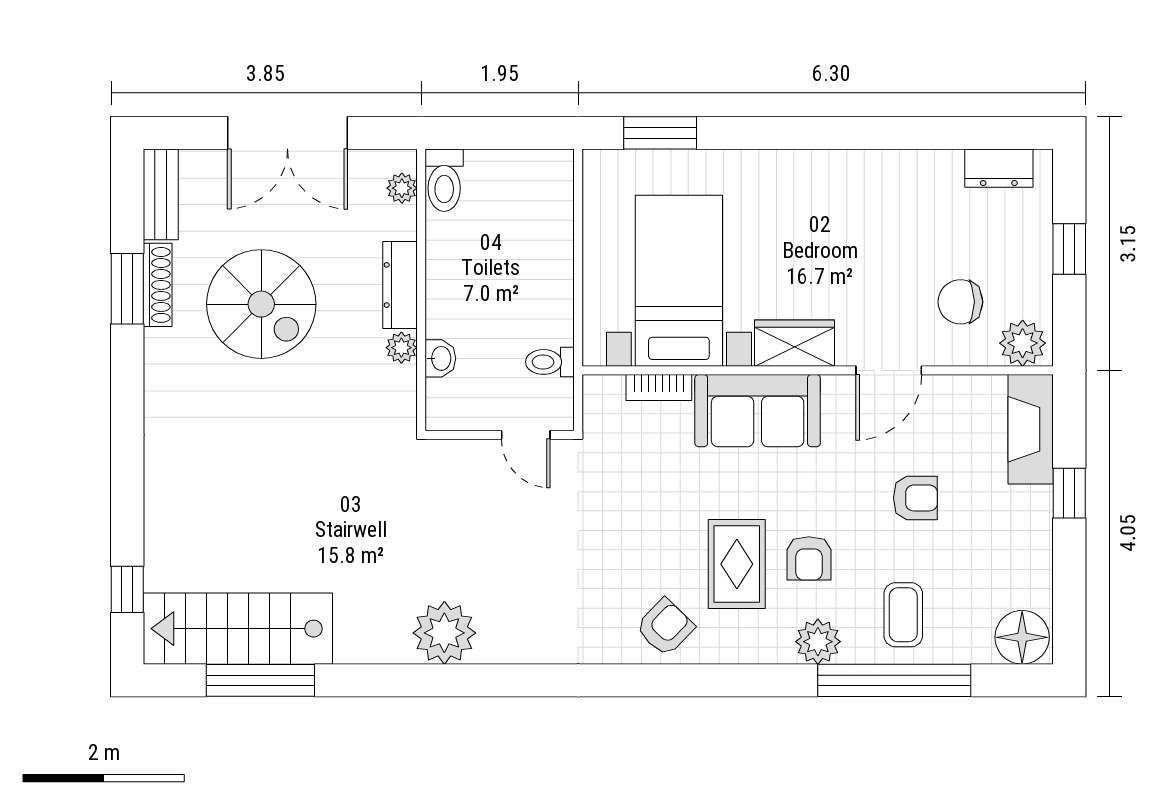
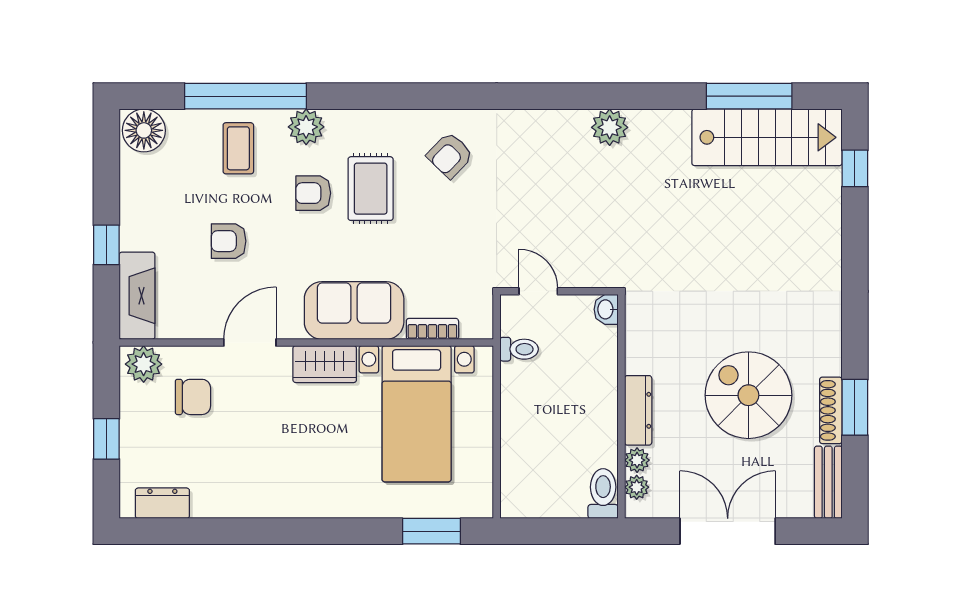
plant: (401, 348) -> (637, 460), moved
washbasin: (440, 358) -> (606, 309), moved
armchair: (809, 558) -> (313, 193), turned -90
armchair: (665, 627) -> (450, 155), moved
plant: (444, 633) -> (610, 127), width x0.73, depth x0.73

